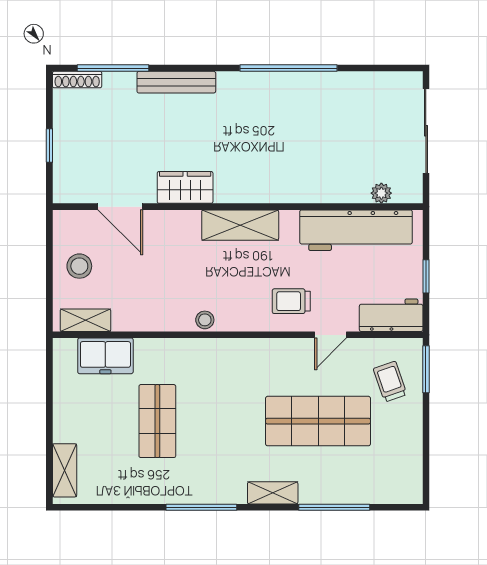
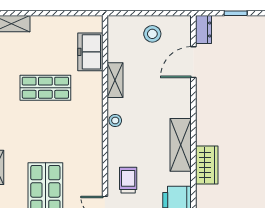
wardrobe: (185, 187) -> (207, 165), moved
dresser: (73, 192) -> (204, 29), added
shelving: (85, 320) -> (115, 80), moved

